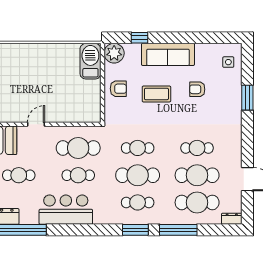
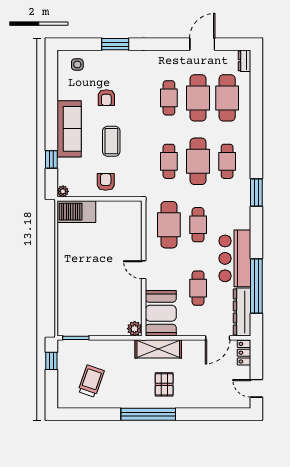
plant: (114, 53) -> (63, 191), width x0.53, depth x0.53
bar counter: (66, 210) -> (235, 258), moved
window: (135, 230) -> (256, 193), moved
window: (178, 230) -> (256, 118), removed

